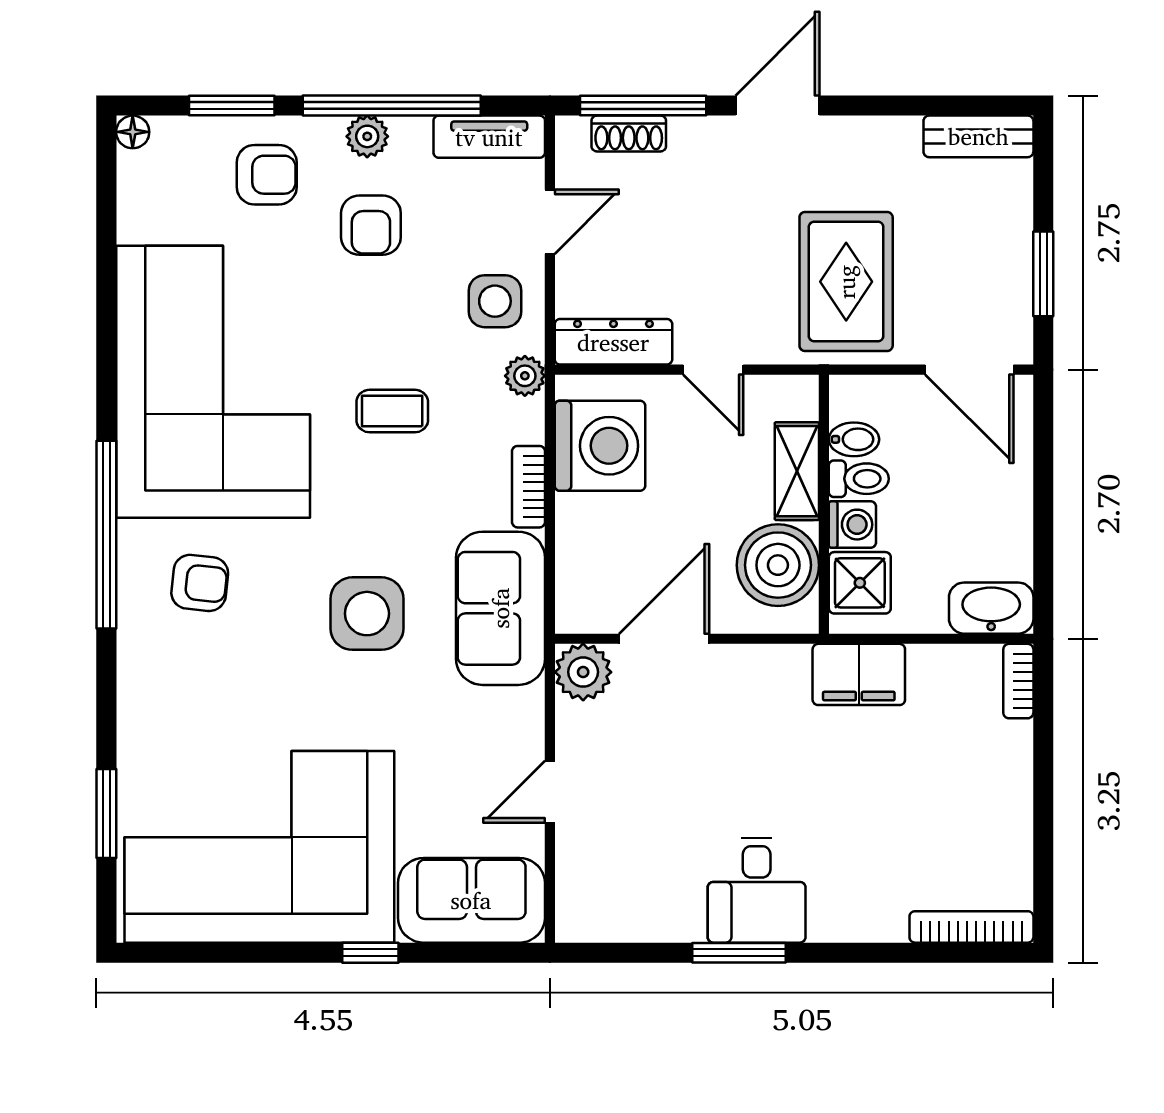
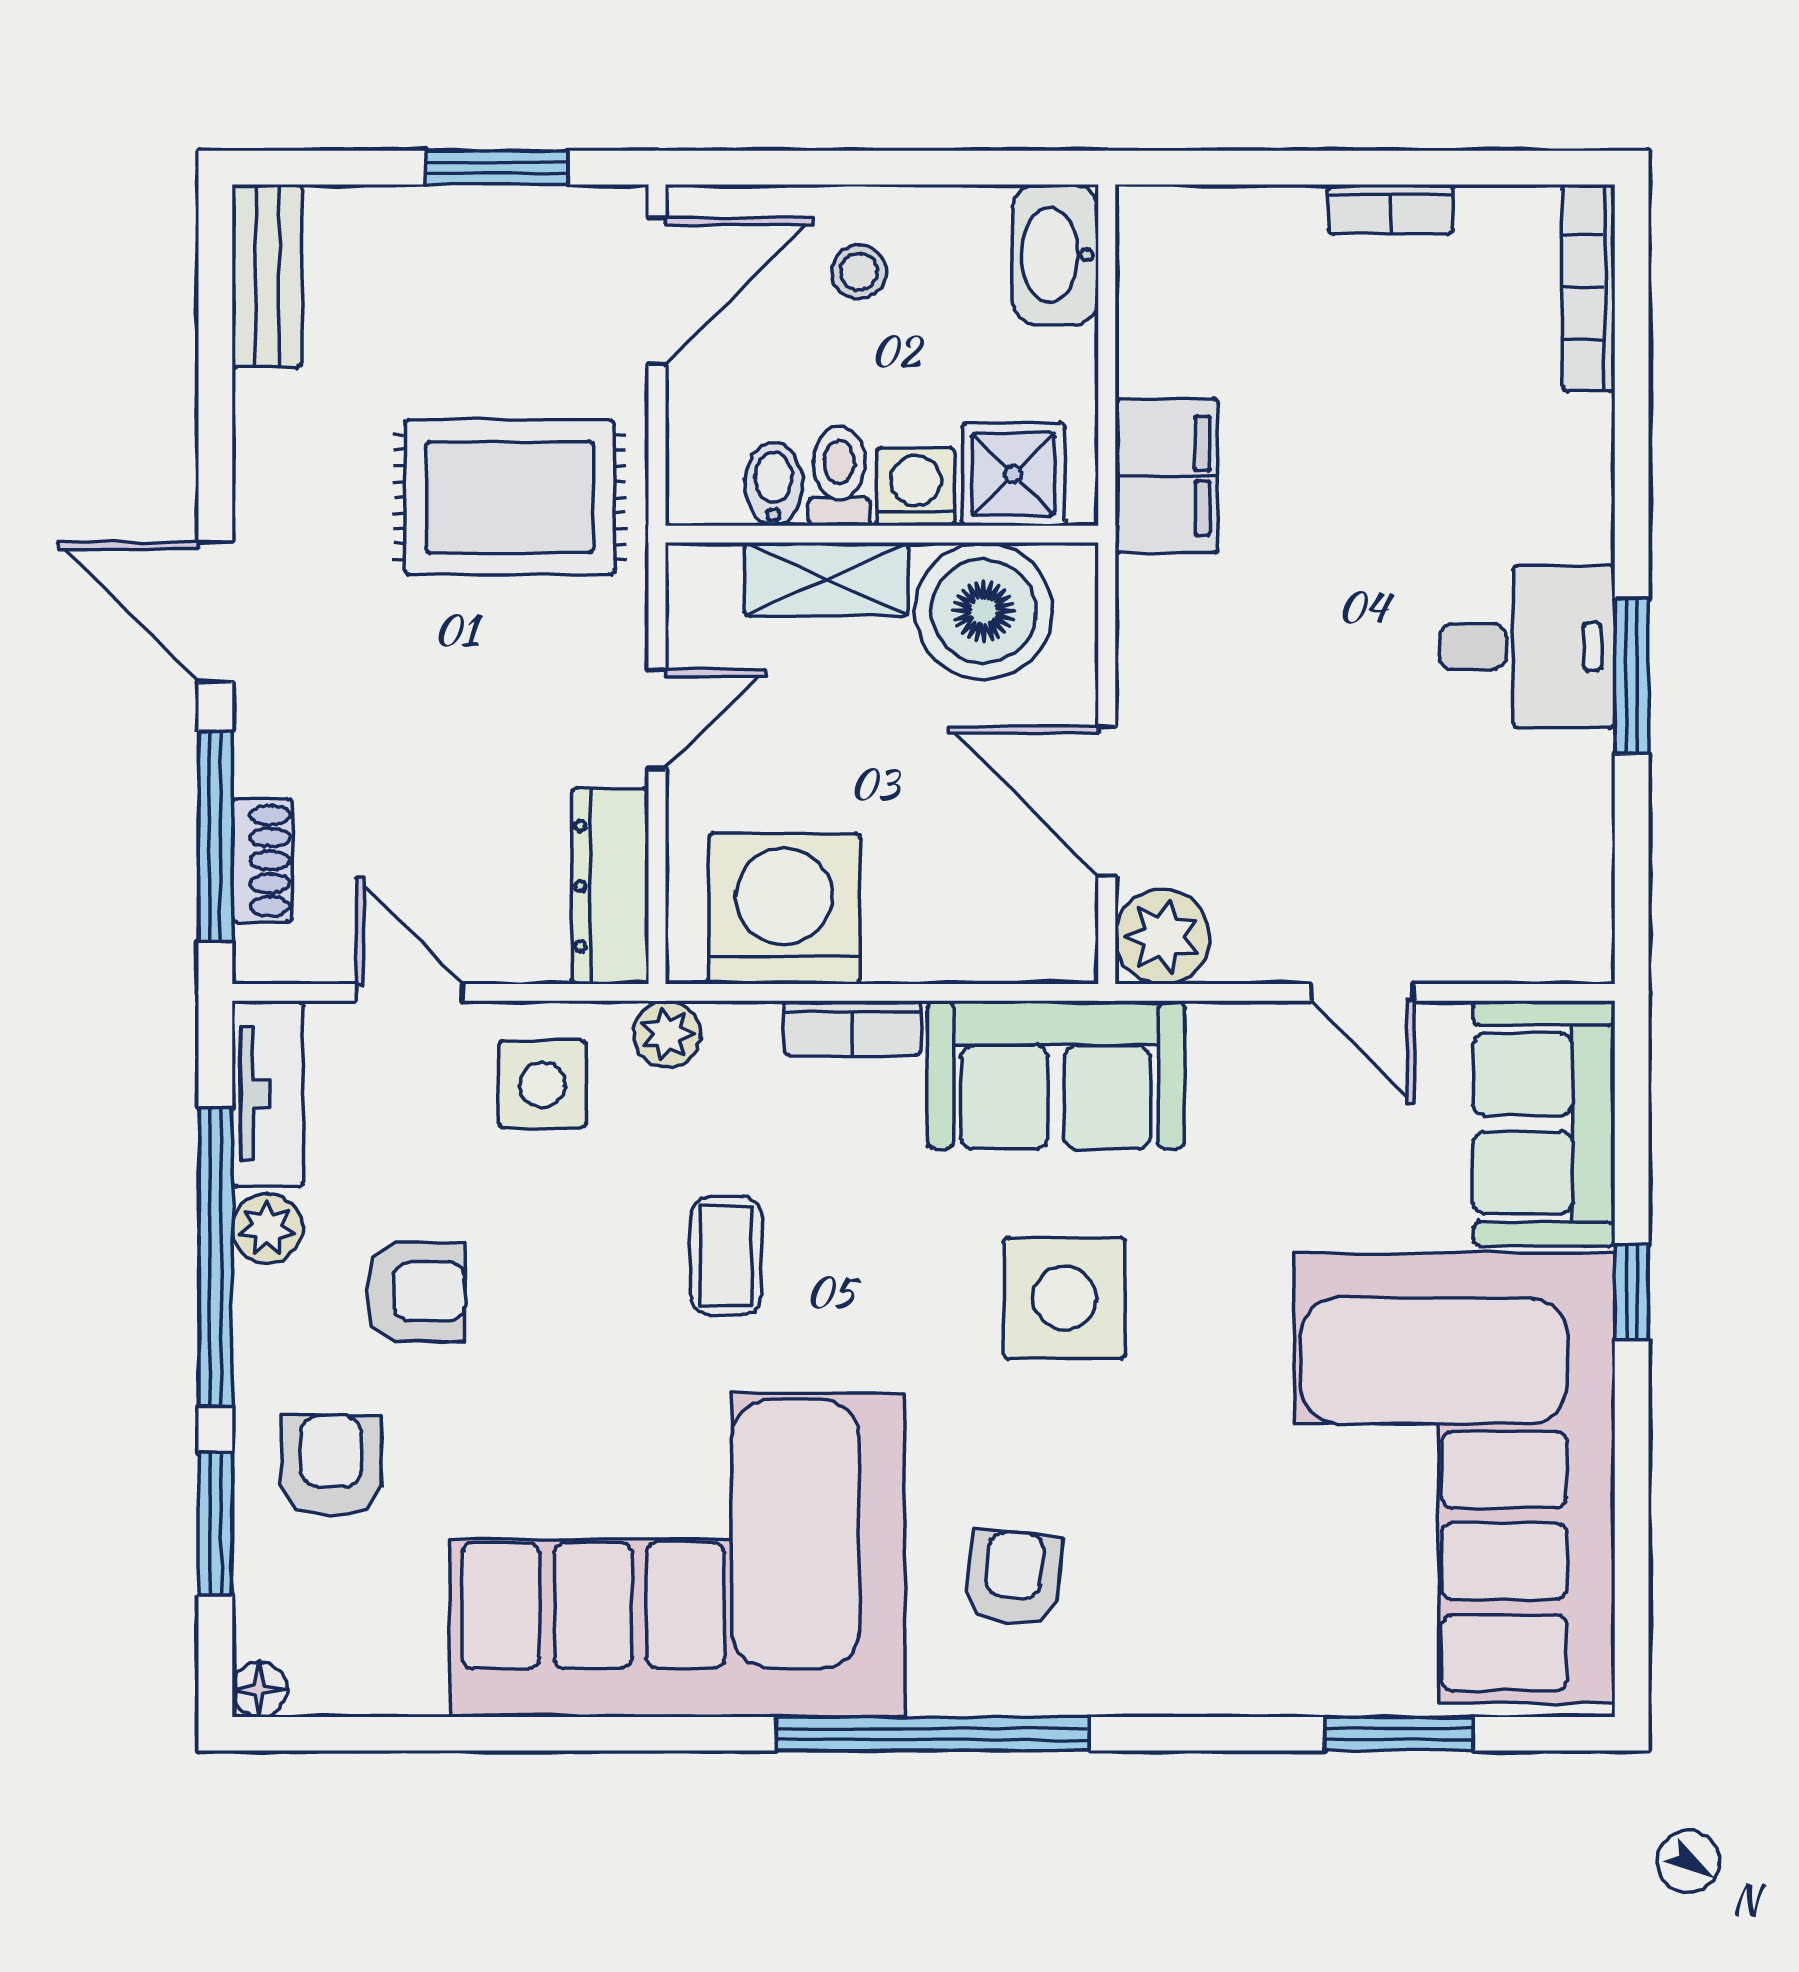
plant: (367, 136) -> (267, 1228), moved
stool: (981, 490) -> (859, 272), added
bookcase: (1018, 681) -> (1391, 209), moved

